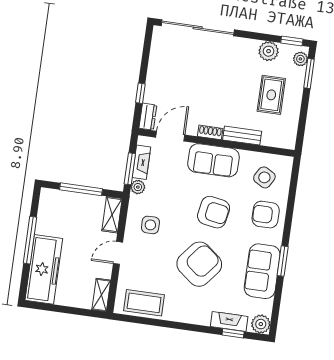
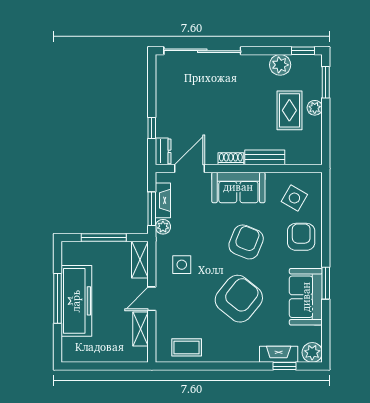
plant: (300, 59) -> (315, 108), moved
armchair: (214, 212) -> (246, 242), turned -78
armchair: (266, 215) -> (301, 237), turned 90
freezer: (44, 269) -> (76, 301), moved
shelving: (101, 295) -> (141, 329), moved
coffee table: (144, 303) -> (187, 347), width x0.73, depth x0.77

